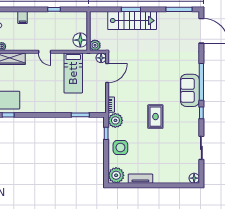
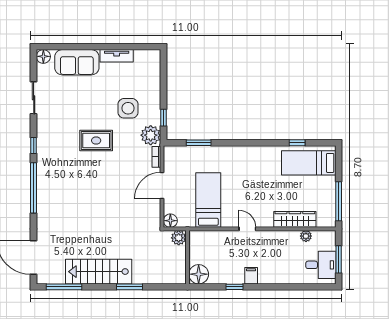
filing cabinet: (23, 18) -> (251, 276), moved
stairs: (132, 21) -> (99, 272), moved
floor lamp: (80, 40) -> (199, 274), moved
door: (107, 73) -> (162, 185), moved
sofa: (190, 90) -> (77, 62), moved, turned 90
rug: (155, 117) -> (96, 141), turned 90
side table: (120, 147) -> (128, 108), moved
plant: (116, 175) -> (150, 60), removed

